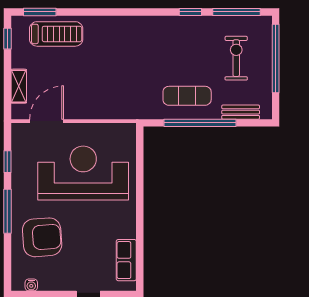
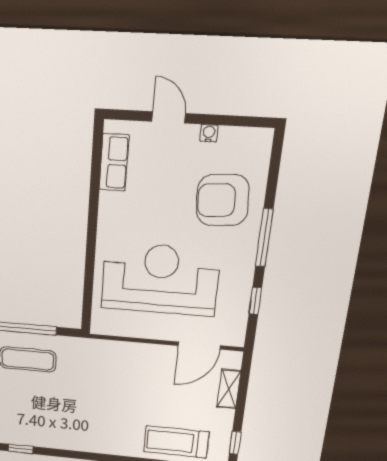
reception desk: (83, 173) -> (160, 279), turned 180
water cooler: (31, 285) -> (209, 133), moved

